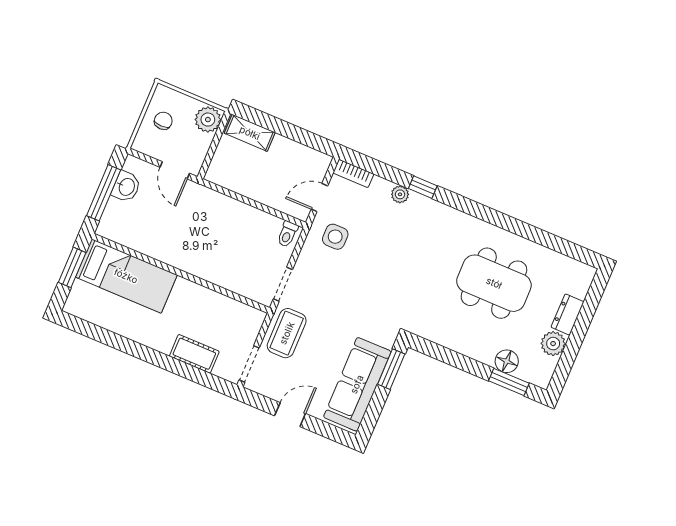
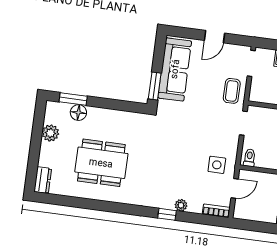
dresser: (567, 314) -> (43, 180), moved
coffee table: (287, 333) -> (232, 91), width x0.73, depth x0.77

